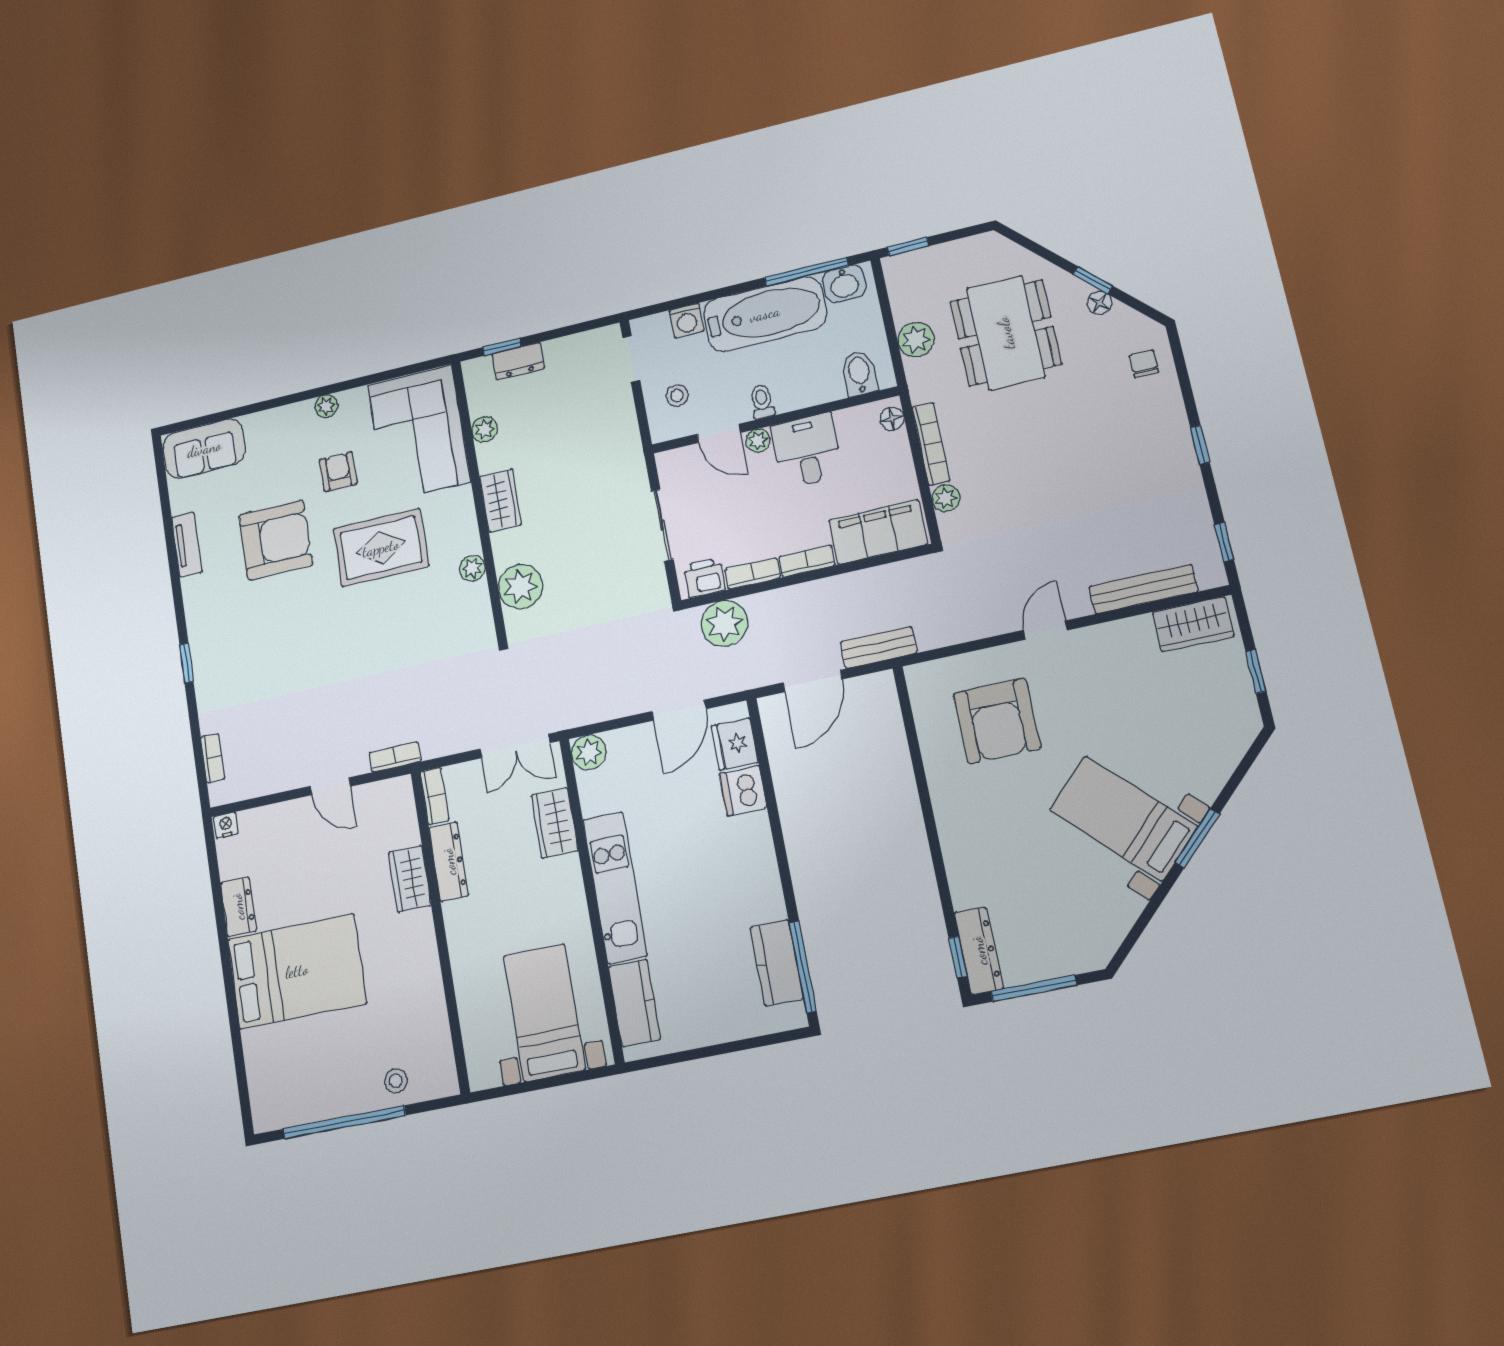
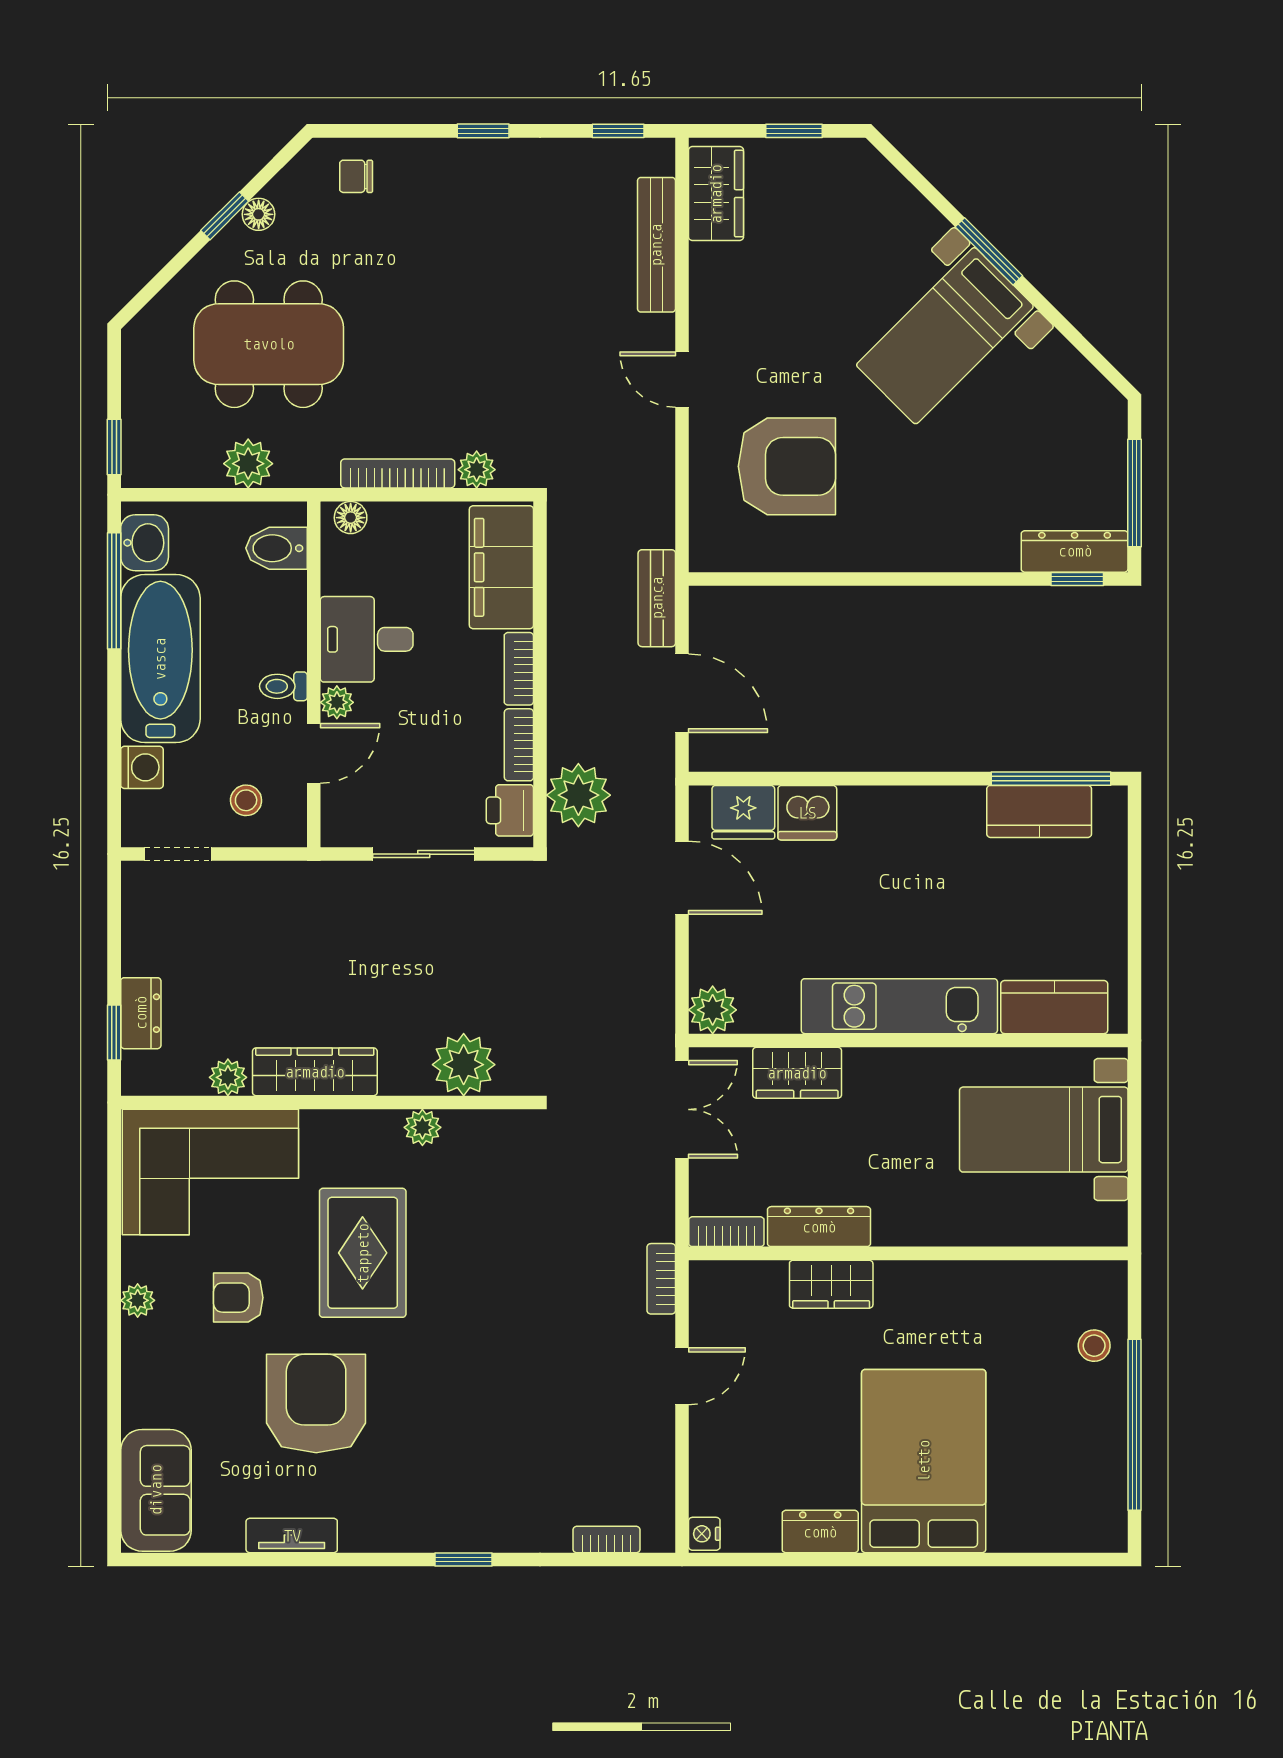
wardrobe: (501, 500) -> (315, 1072), width x1.50

